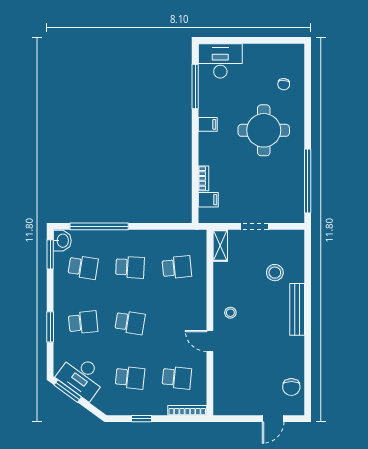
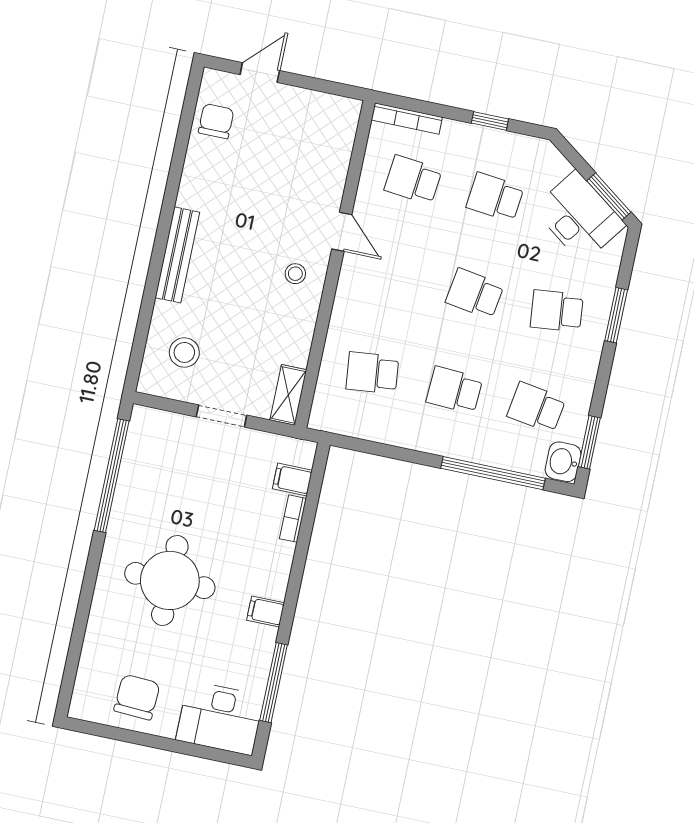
chair: (284, 84) -> (137, 697), moved, width x1.87, depth x1.87
stool: (275, 273) -> (184, 352), moved

